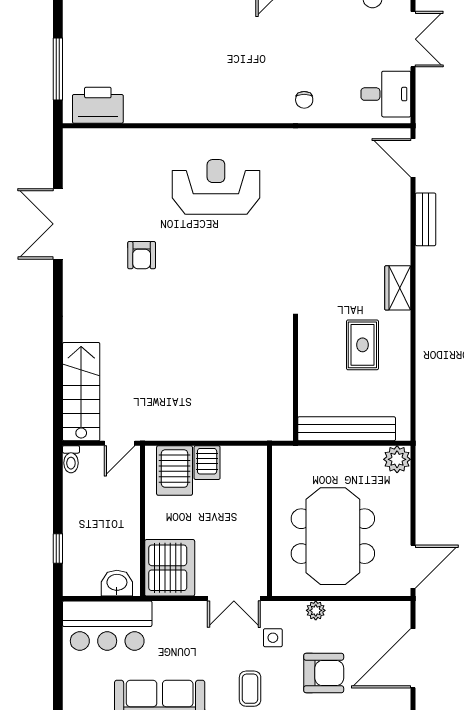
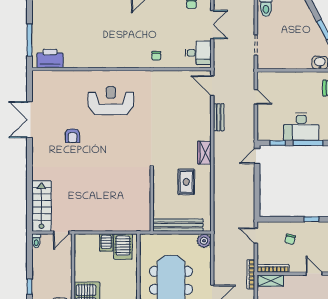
server rack: (175, 471) -> (123, 247), moved

